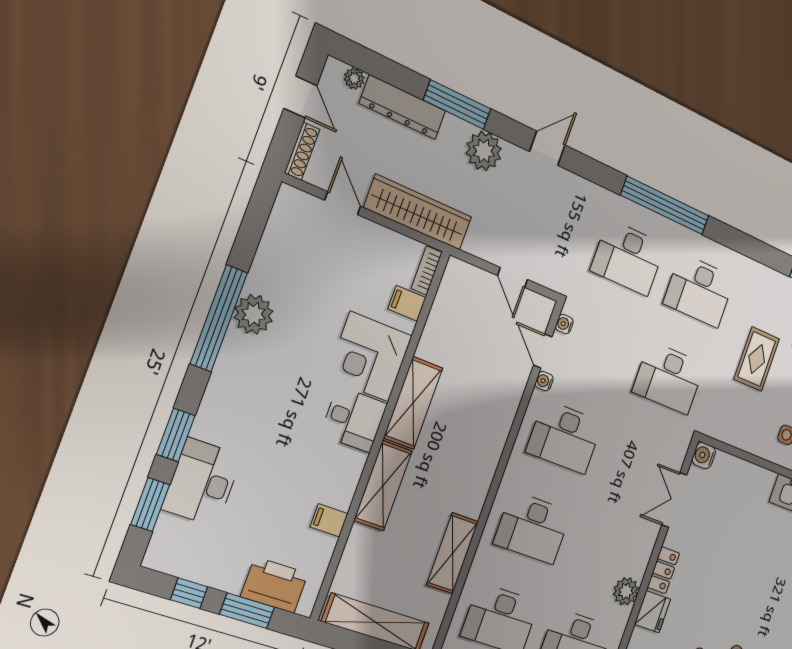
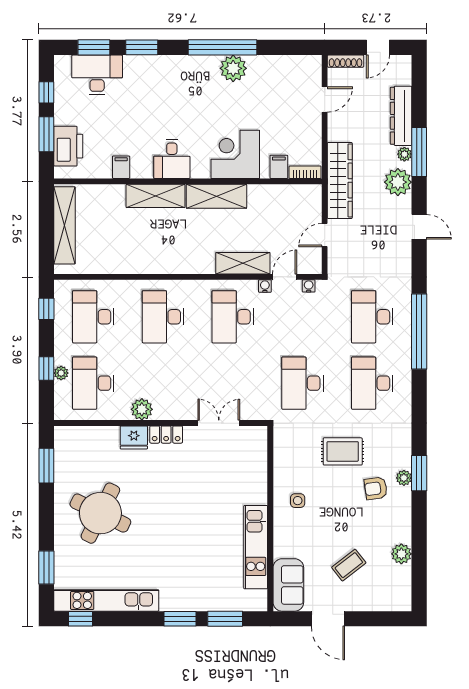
plant: (354, 79) -> (404, 154), moved
wardrobe: (418, 212) -> (340, 180), moved
desk: (354, 419) -> (172, 159), moved
water cooler: (704, 456) -> (258, 435), removed
desk: (202, 482) -> (97, 75), moved
shelving: (452, 553) -> (243, 263), moved

